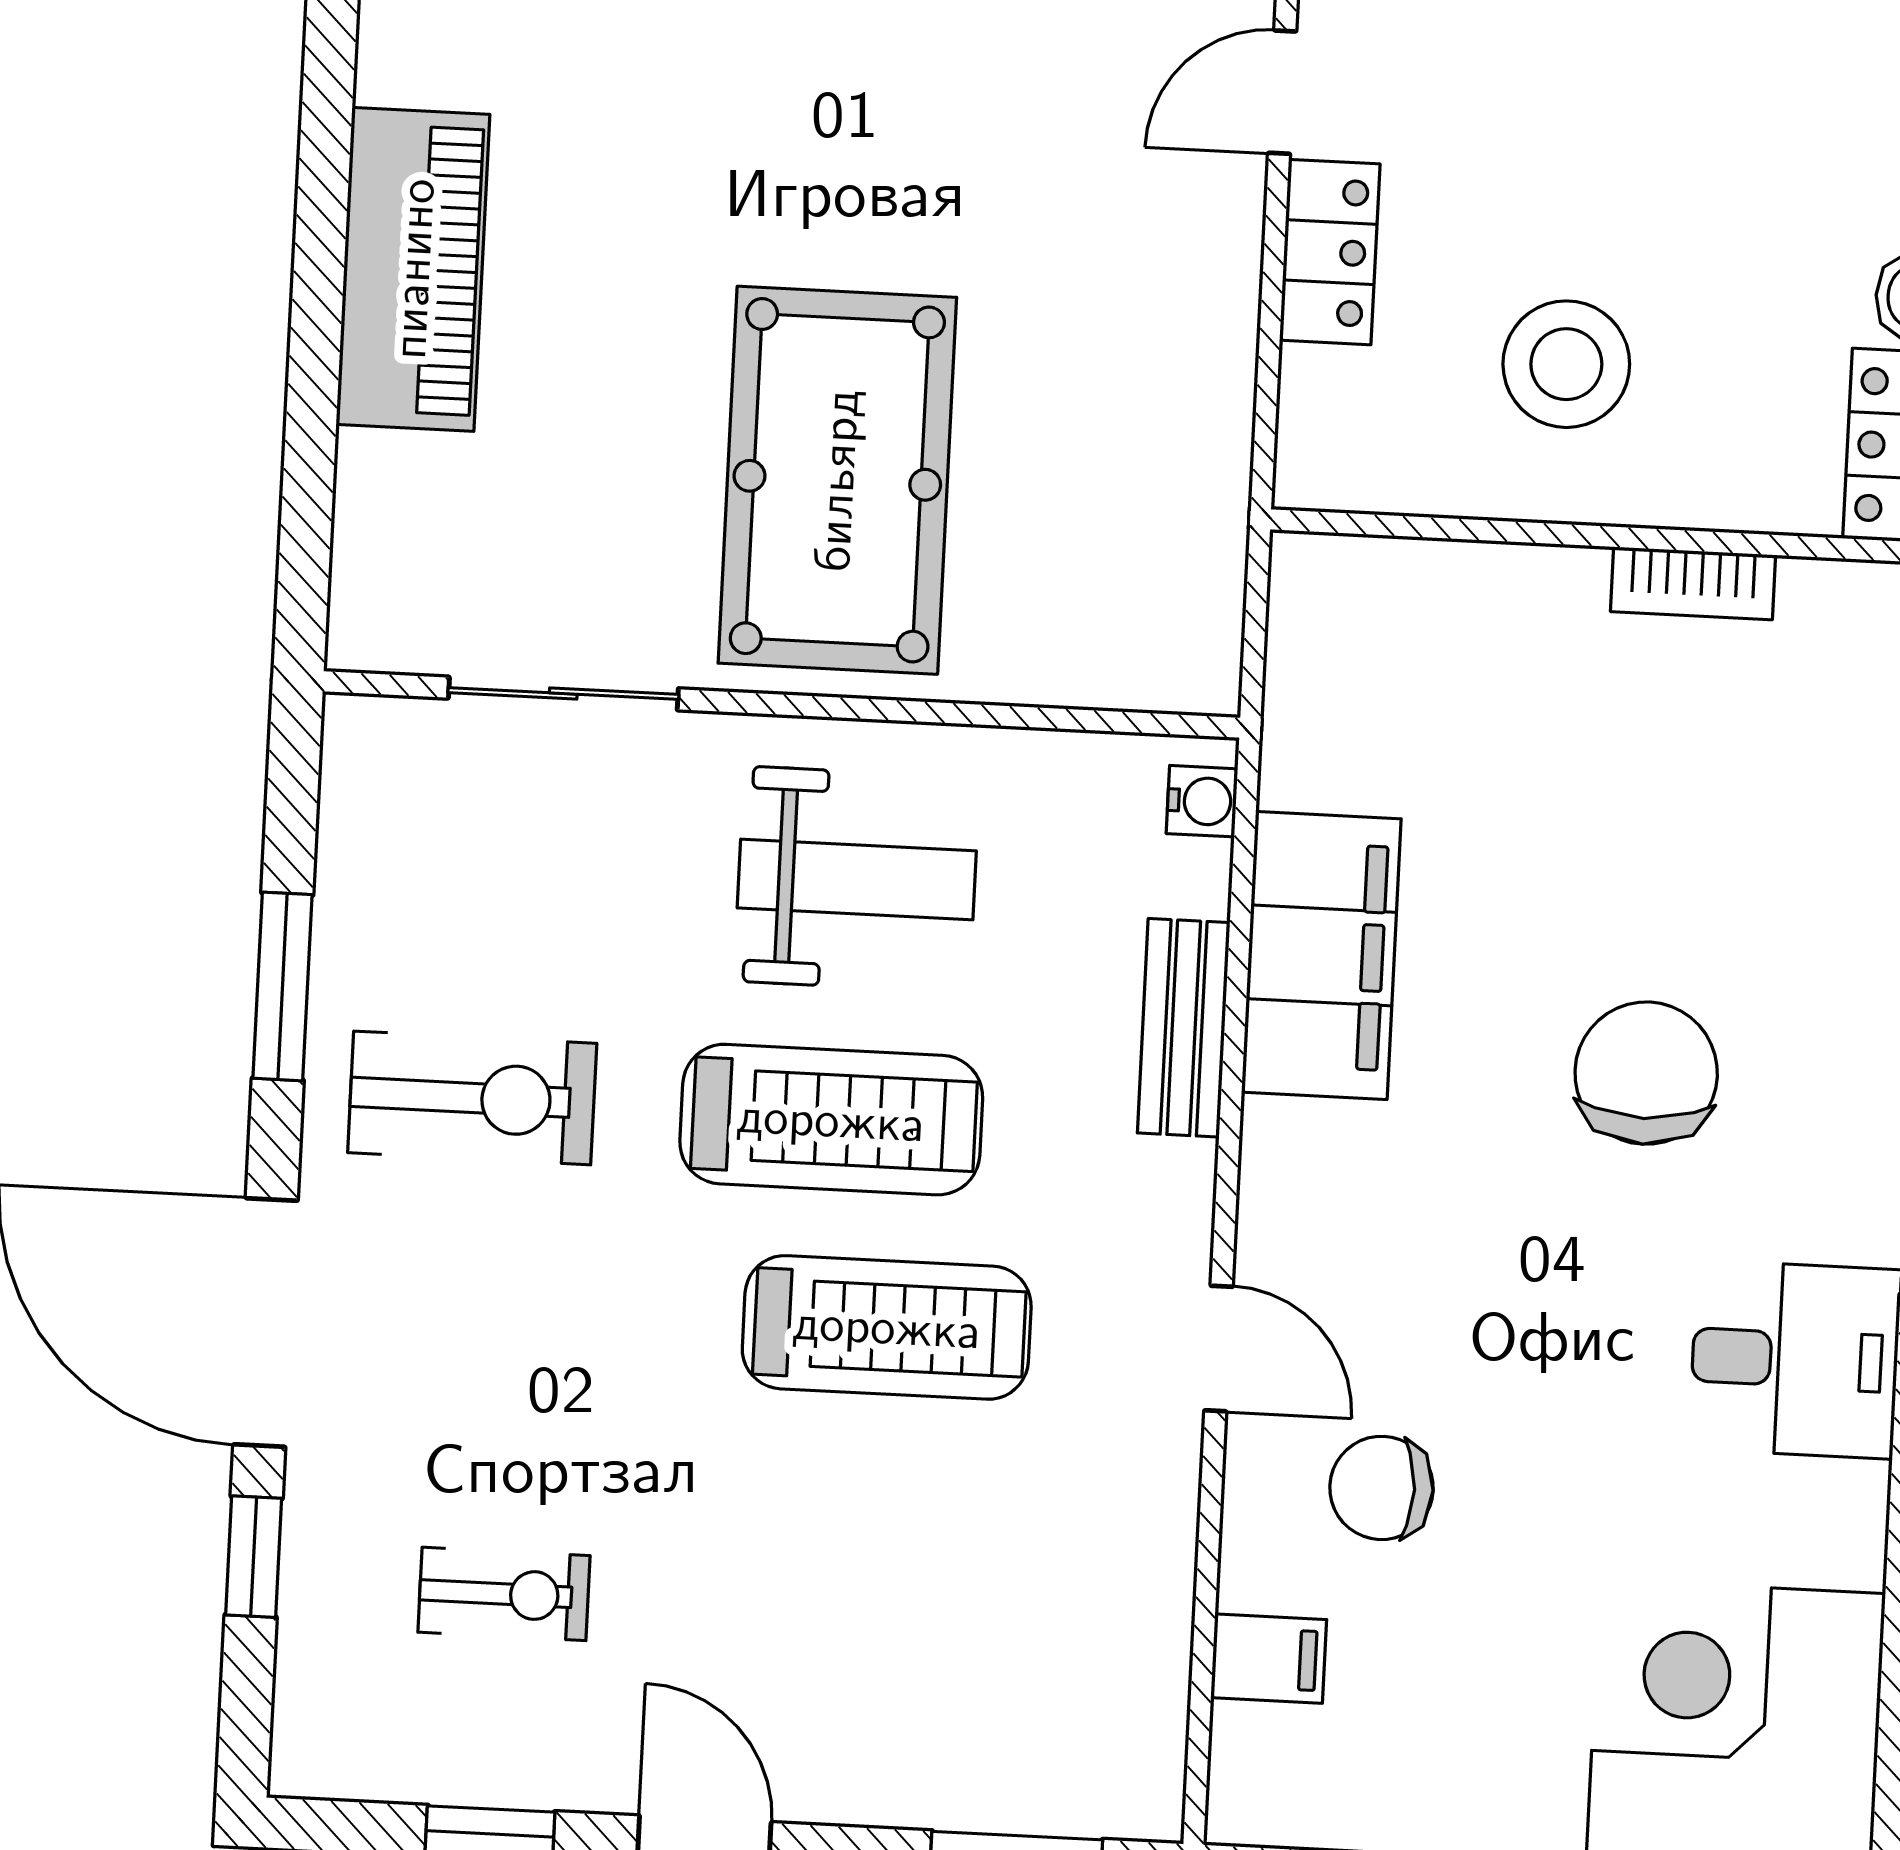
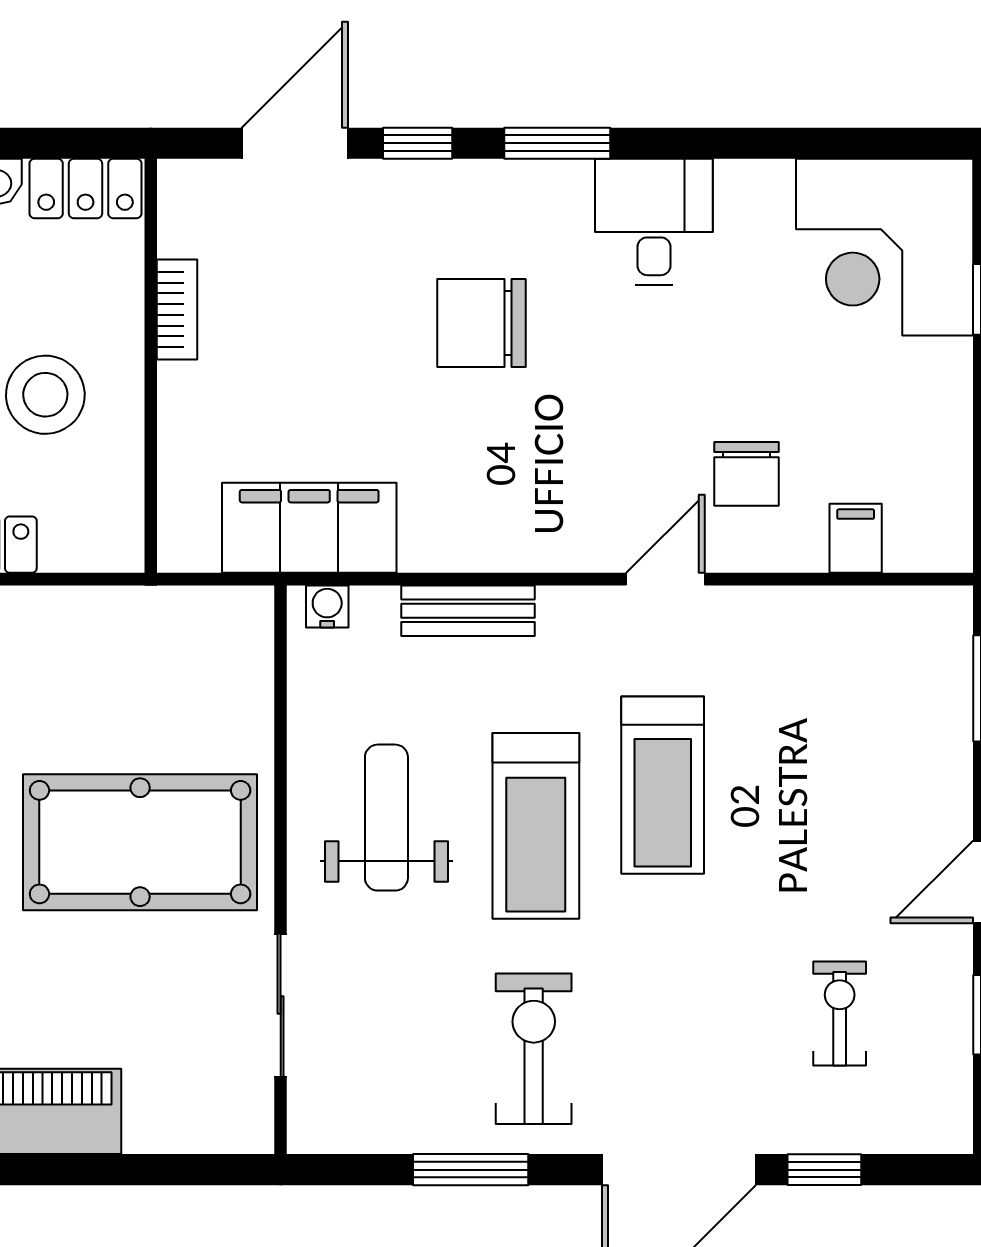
filing cabinet: (1321, 955) -> (309, 528), moved
treadmill: (831, 1120) -> (536, 826), turned 180
treadmill: (887, 1327) -> (663, 785), turned 180

